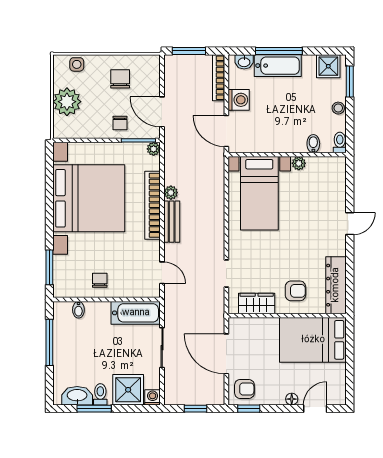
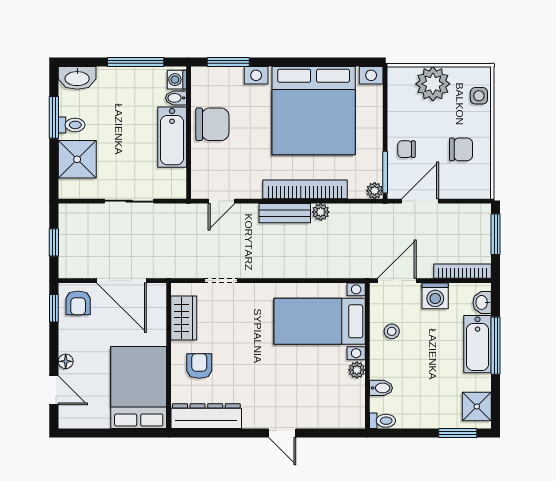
stool: (338, 108) -> (392, 331), moved
chair: (100, 280) -> (212, 124), width x1.87, depth x1.87
armchair: (295, 291) -> (199, 366), turned 180
bathtub: (136, 313) -> (172, 137), moved
door: (226, 354) -> (121, 281), swing flipped
washbasin: (77, 396) -> (77, 78), moved, turned 90
washing machine: (153, 397) -> (177, 80), moved, turned 180

